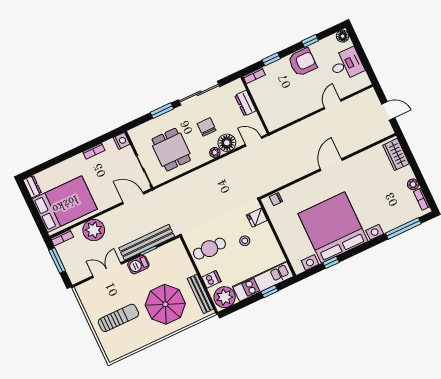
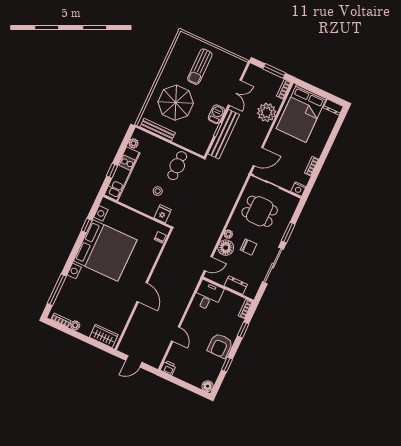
desk: (346, 64) -> (208, 296), moved, turned 180
printer: (363, 81) -> (168, 368), added
dishwasher: (211, 279) -> (158, 146), removed
plant: (225, 297) -> (134, 143), width x0.53, depth x0.53

